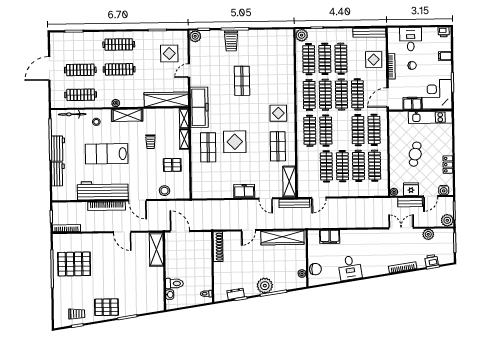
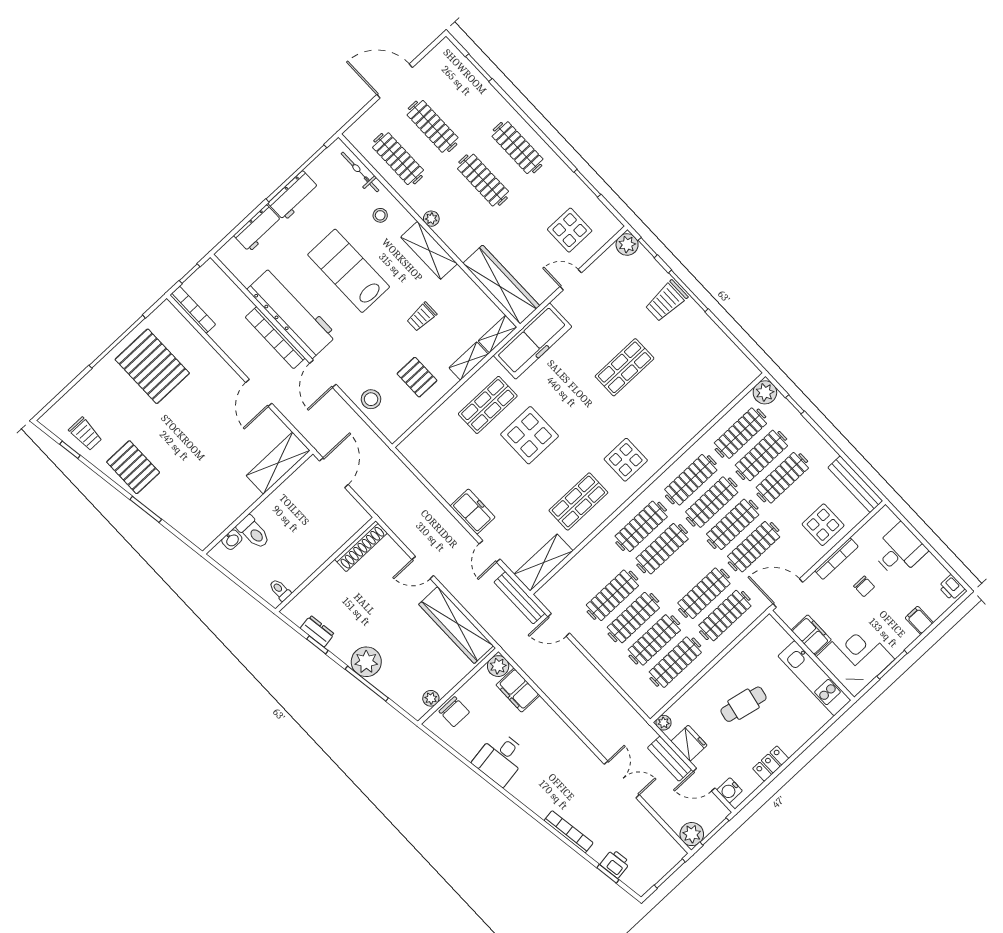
plant: (428, 234) -> (498, 666), moved

